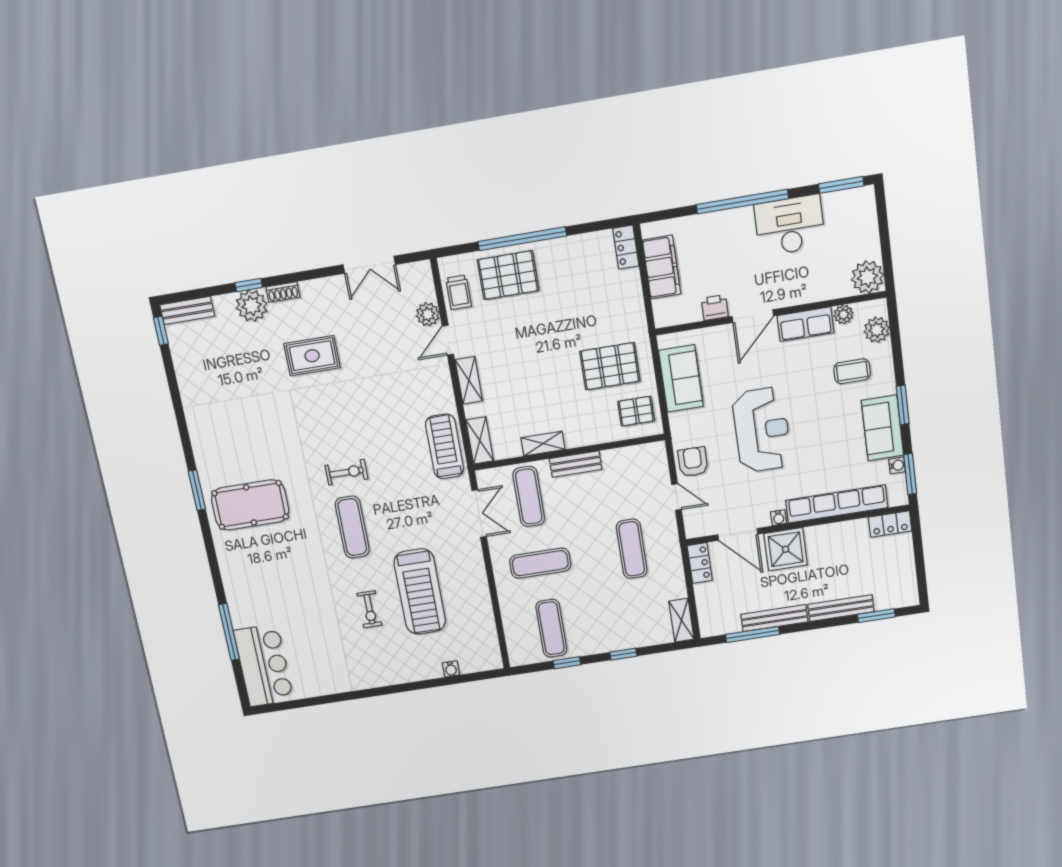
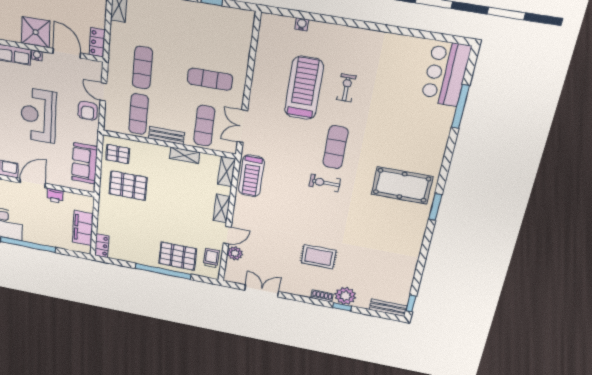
exercise mat: (551, 628) -> (139, 114), moved

